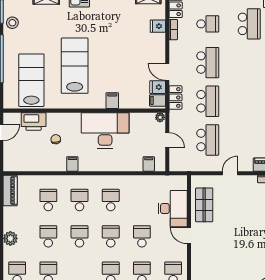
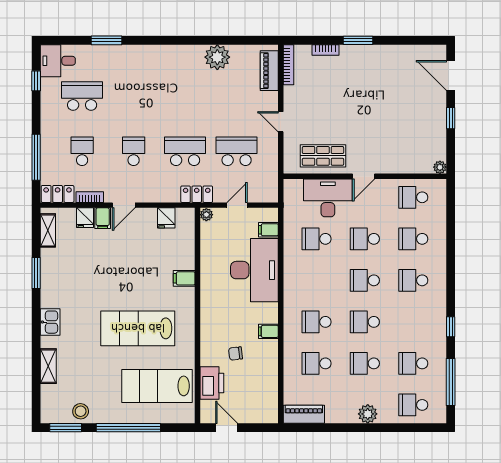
school desk: (208, 63) -> (134, 151), width x0.54
door: (167, 72) -> (124, 205), moved
locker: (175, 97) -> (197, 194), moved
filing cabinet: (157, 100) -> (103, 218), moved
desk: (105, 130) -> (254, 270), moved, turned 180
school desk: (111, 200) -> (316, 239), moved

